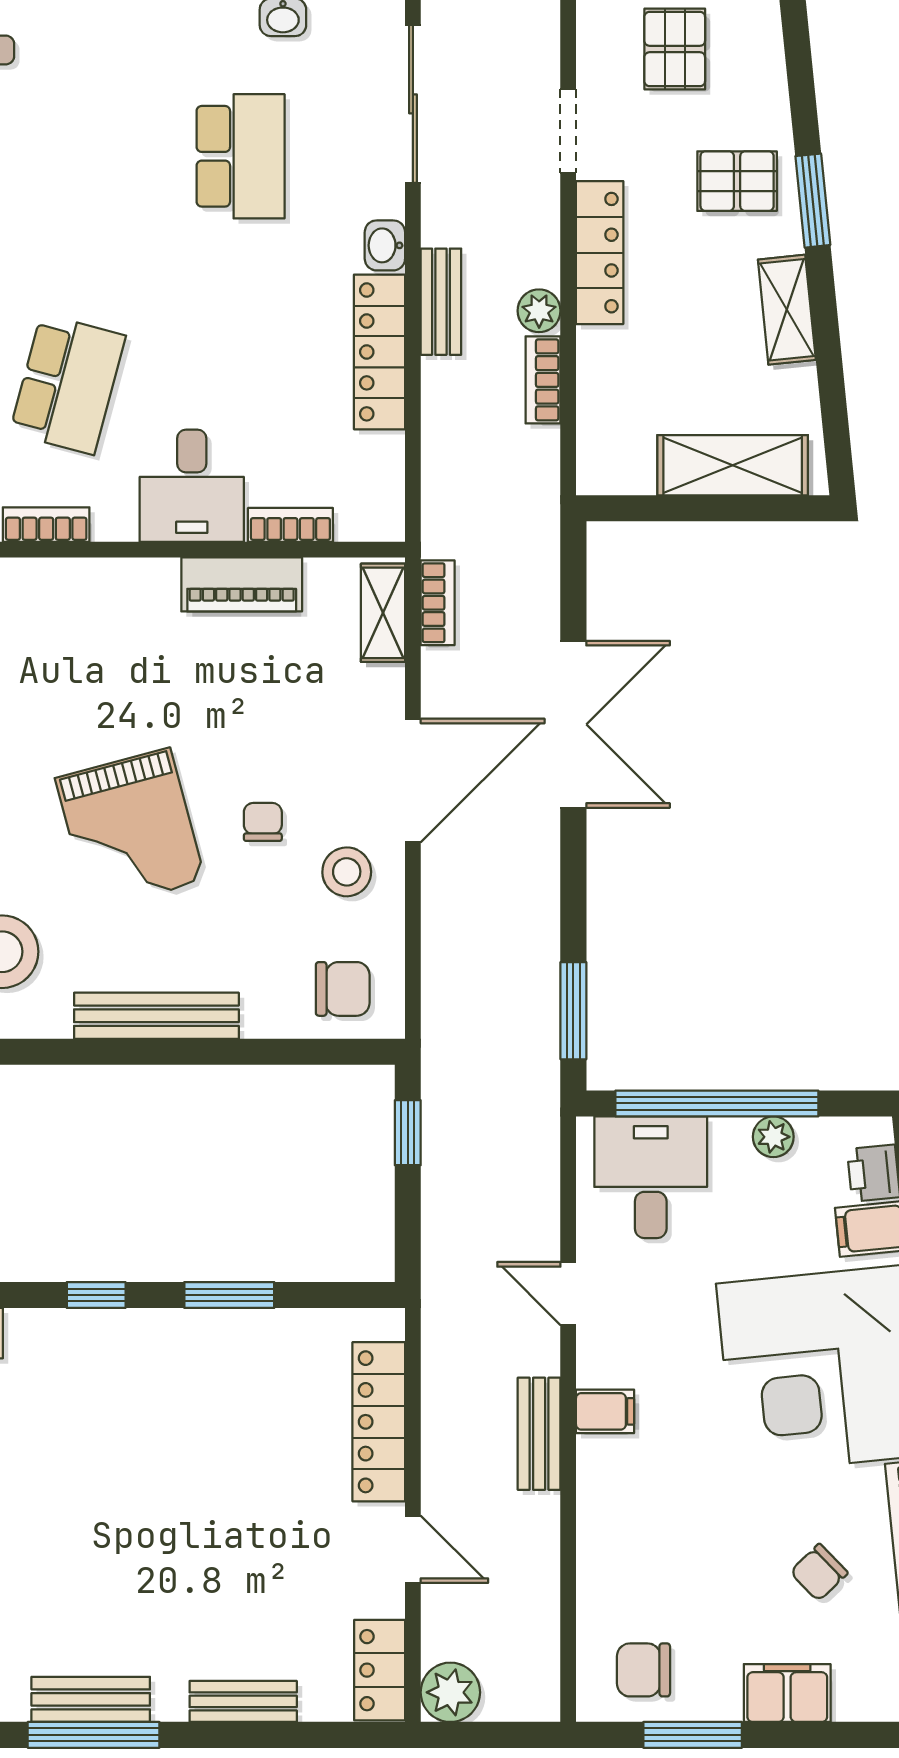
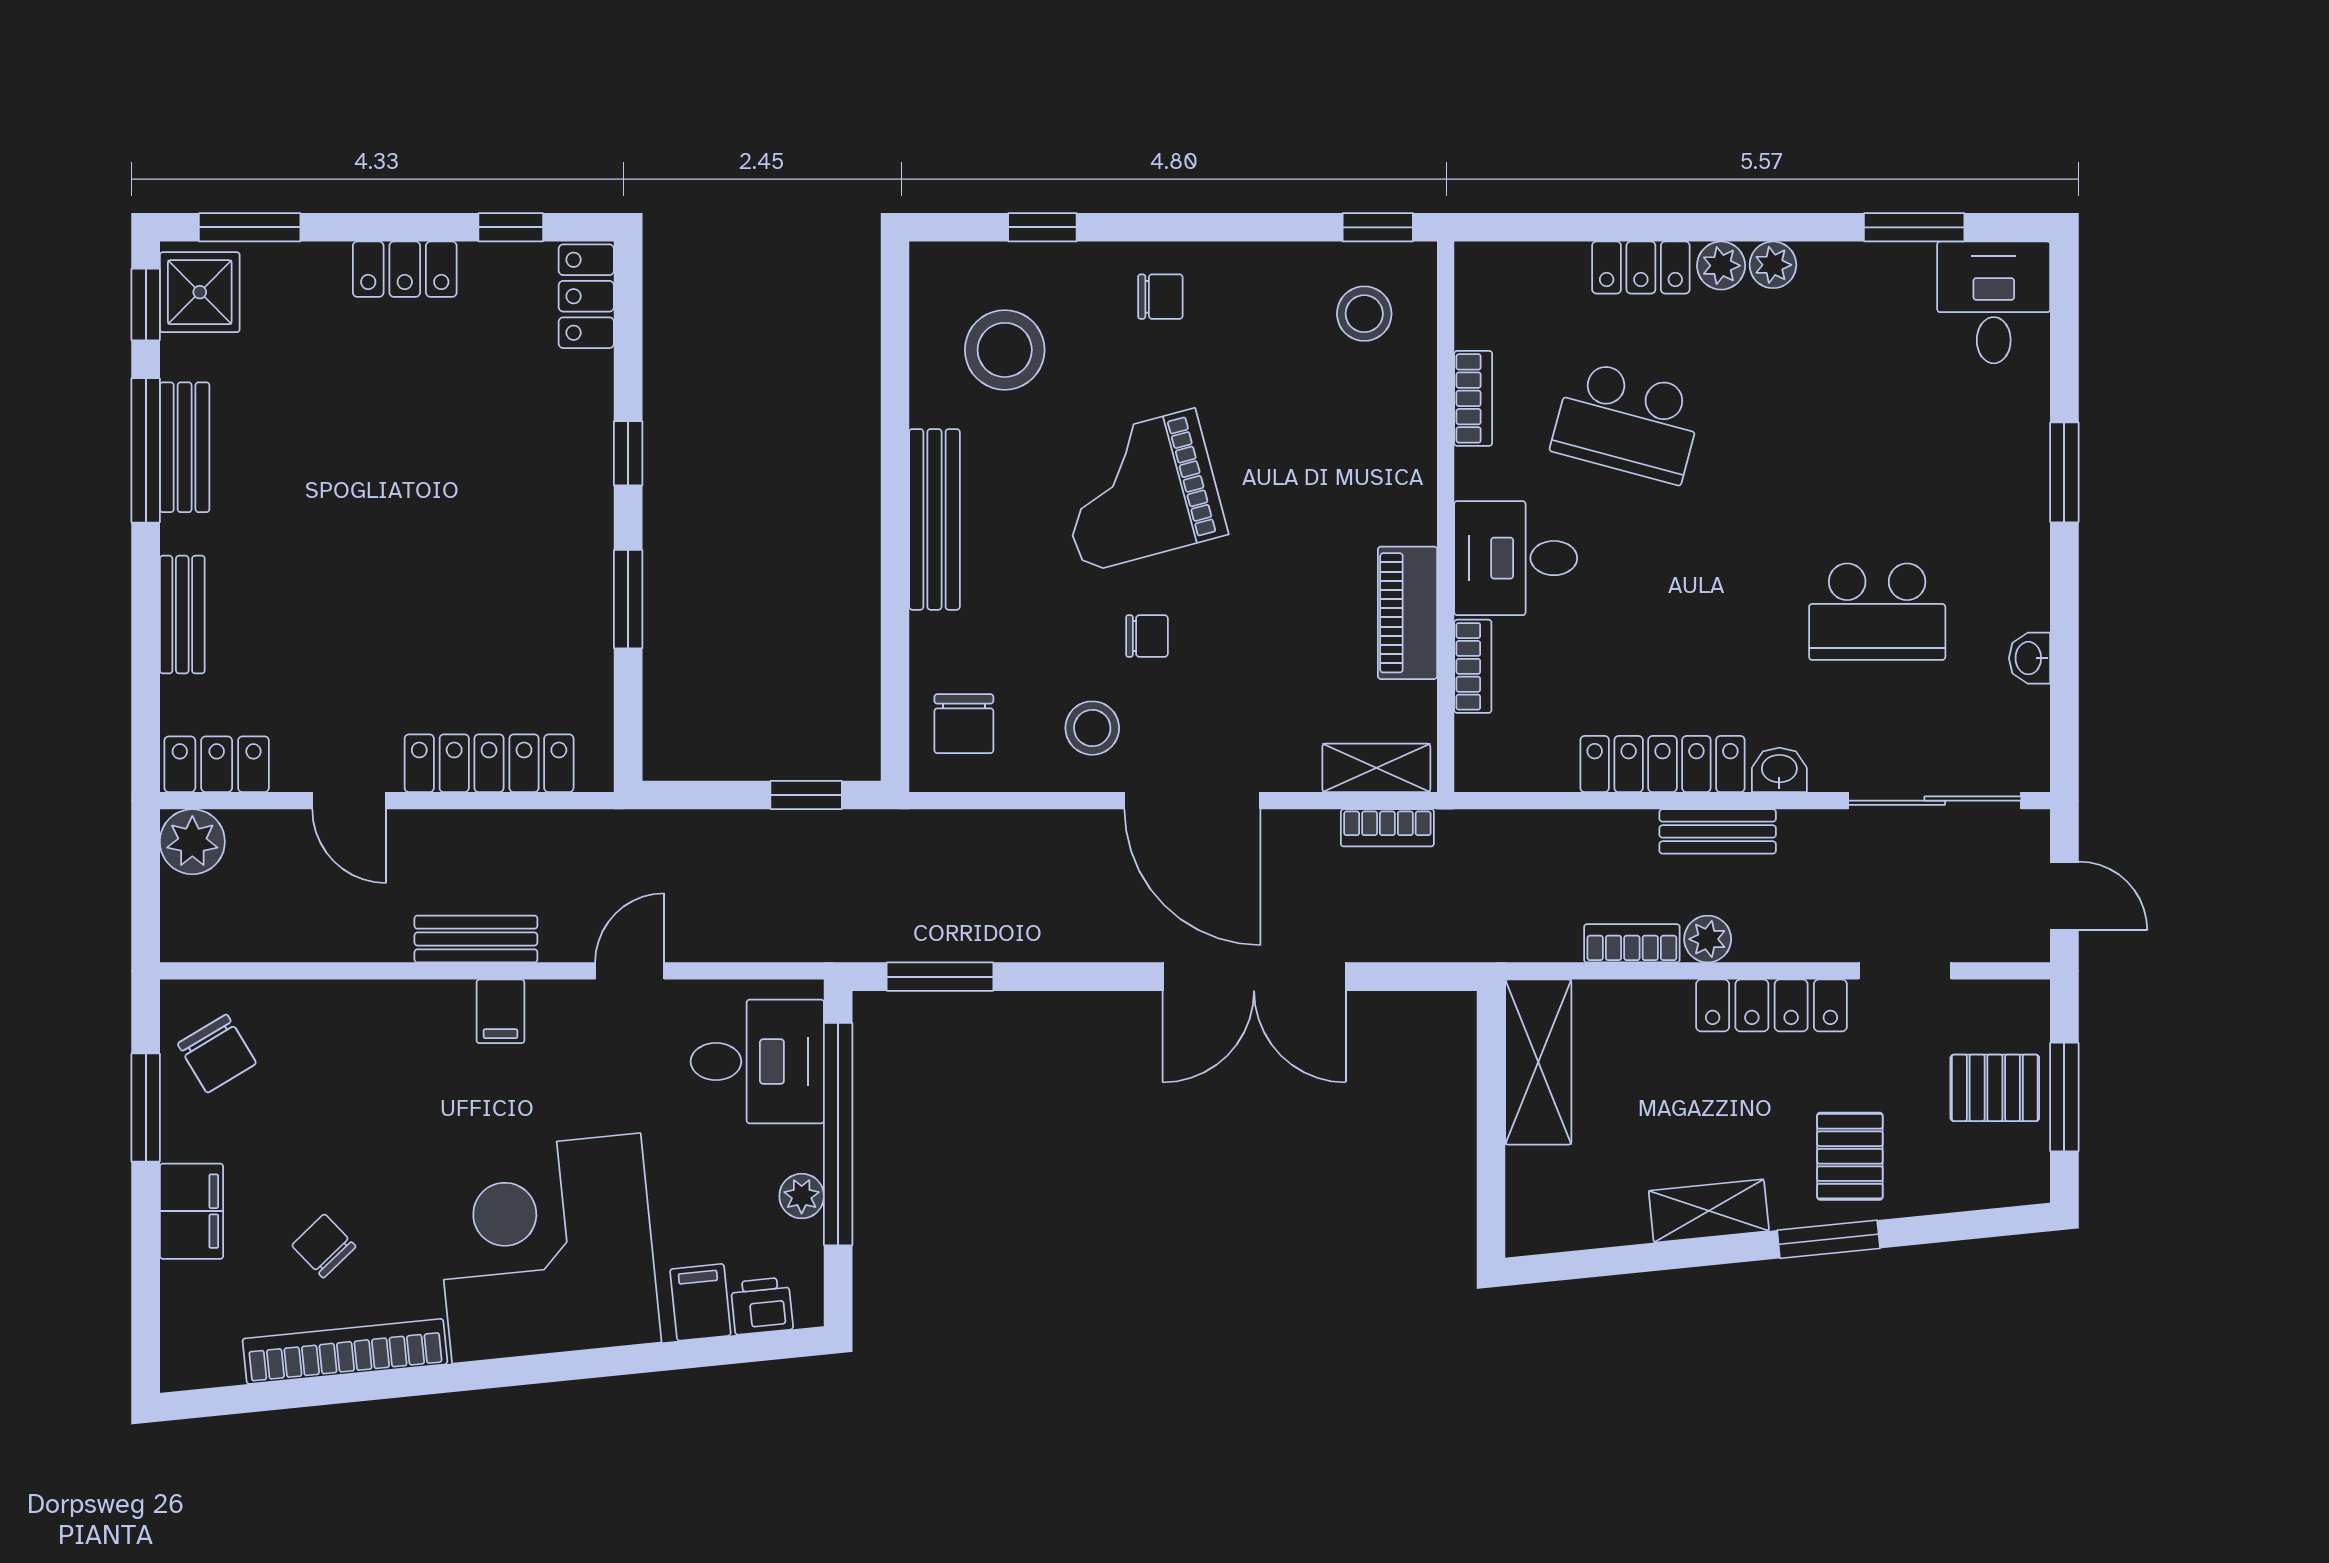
shelving: (733, 465) -> (1538, 1062), moved
door: (413, 1549) -> (349, 801), hinge flipped
chair: (643, 1670) -> (217, 1054), turned 149

